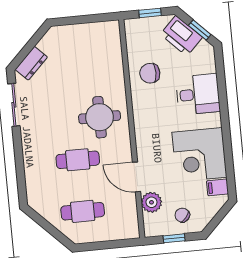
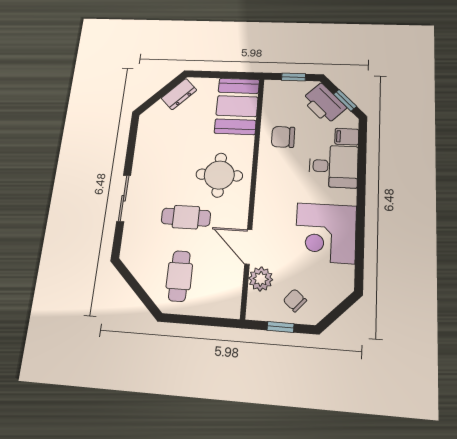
booth: (103, 49) -> (237, 106), added
dresser: (31, 63) -> (179, 94), moved
sliding door: (14, 105) -> (124, 198), moved
filing cabinet: (217, 187) -> (347, 137), moved
cafe table: (83, 211) -> (179, 276), turned 90

